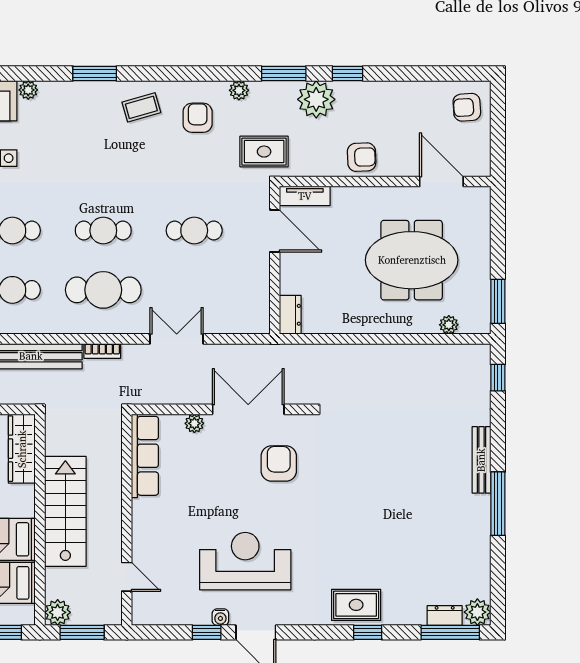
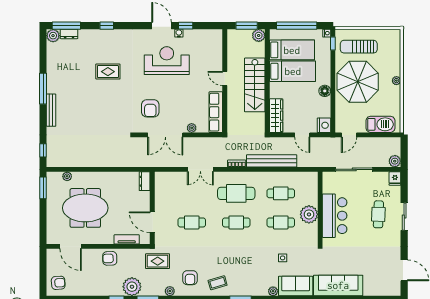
tv unit: (305, 196) -> (127, 239), moved
reception desk: (245, 561) -> (167, 61), turned 180
door: (127, 577) -> (225, 79), moved
rug: (356, 605) -> (108, 72), moved

